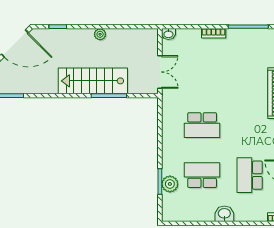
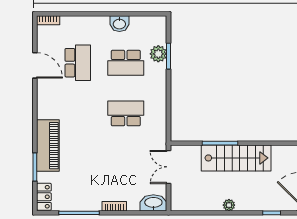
washbasin: (168, 34) -> (153, 203), width x1.91, depth x1.45
washbasin: (224, 214) -> (119, 24), moved

